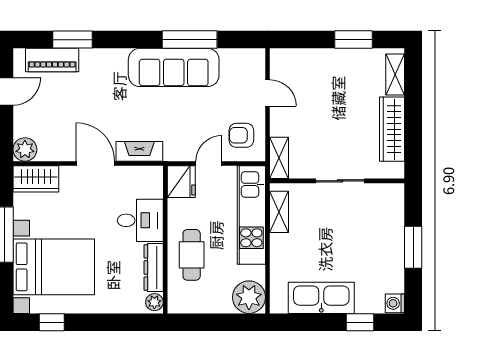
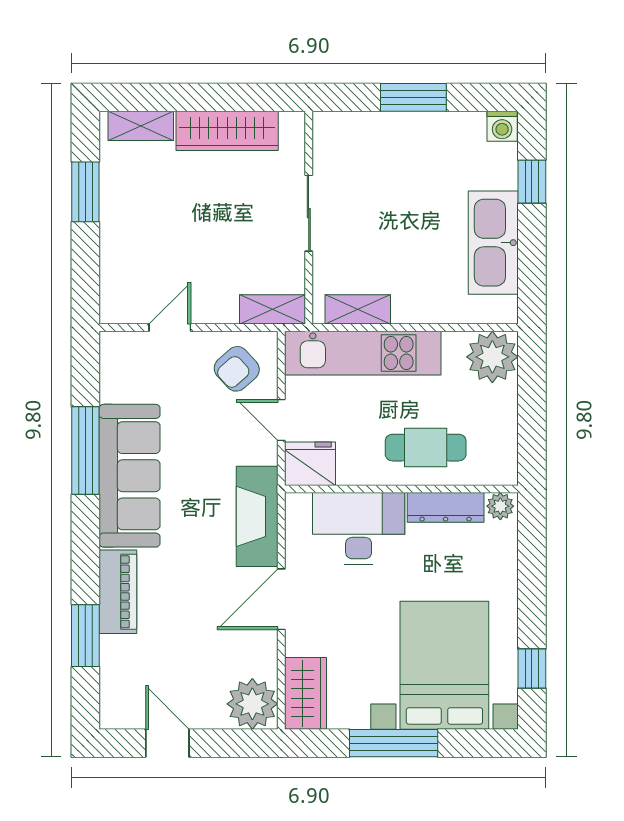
piano: (52, 60) -> (118, 592), moved
armchair: (241, 135) -> (237, 369), turned 48
plant: (25, 149) -> (252, 704), width x1.36, depth x1.36
fireplace: (139, 151) -> (257, 516), width x1.37, depth x1.32
desk: (140, 220) -> (359, 529), width x1.37

